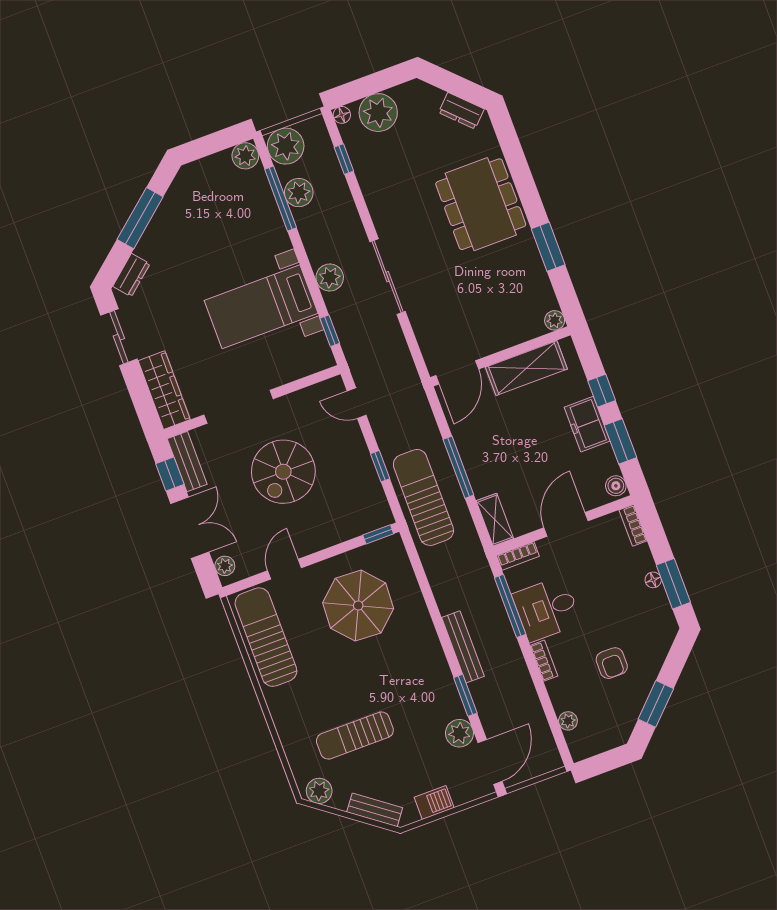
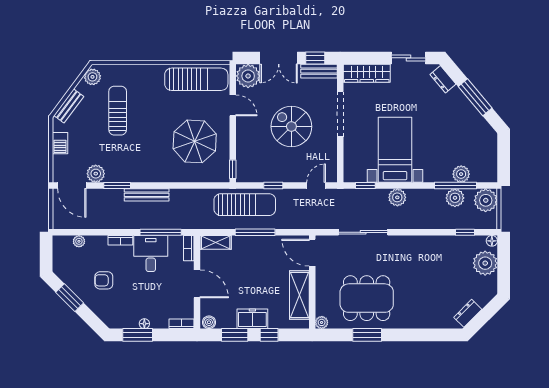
plant: (245, 156) -> (461, 174), moved
dining table: (481, 204) -> (367, 298), moved
sliding door: (388, 277) -> (363, 232), moved
plant: (225, 566) -> (248, 76), width x1.87, depth x1.87

